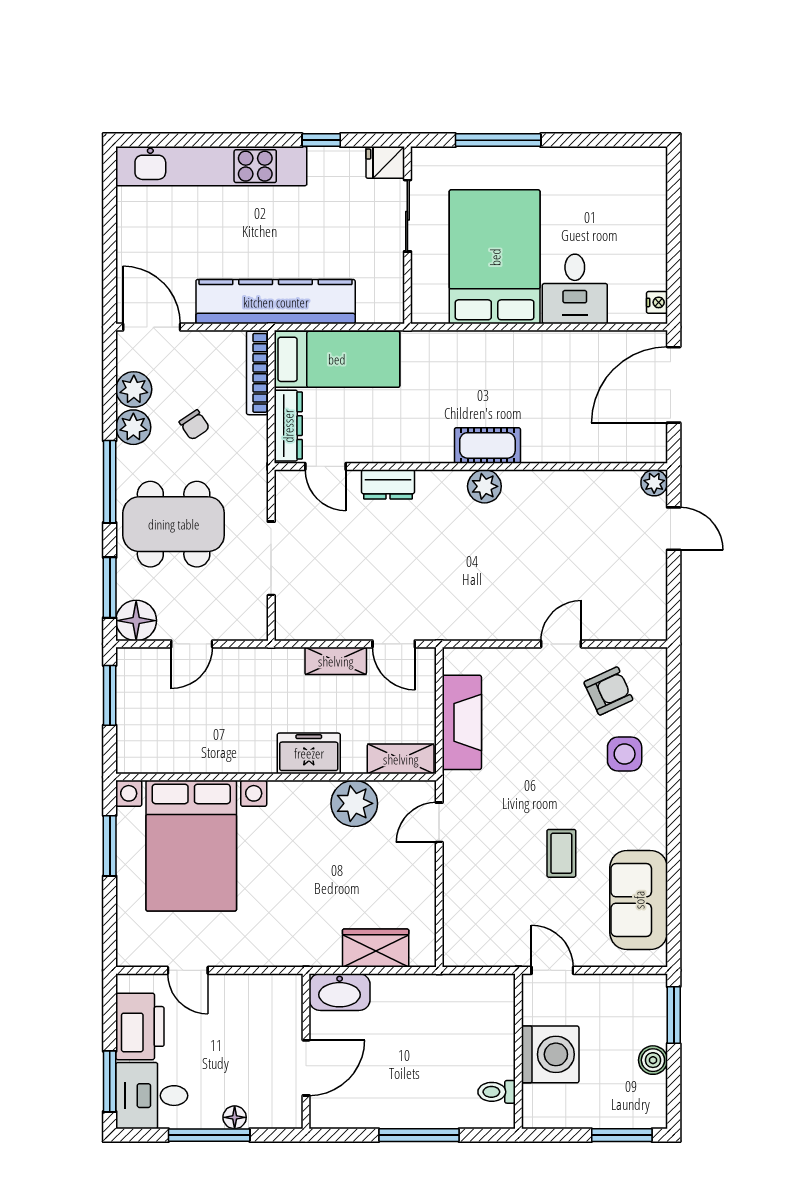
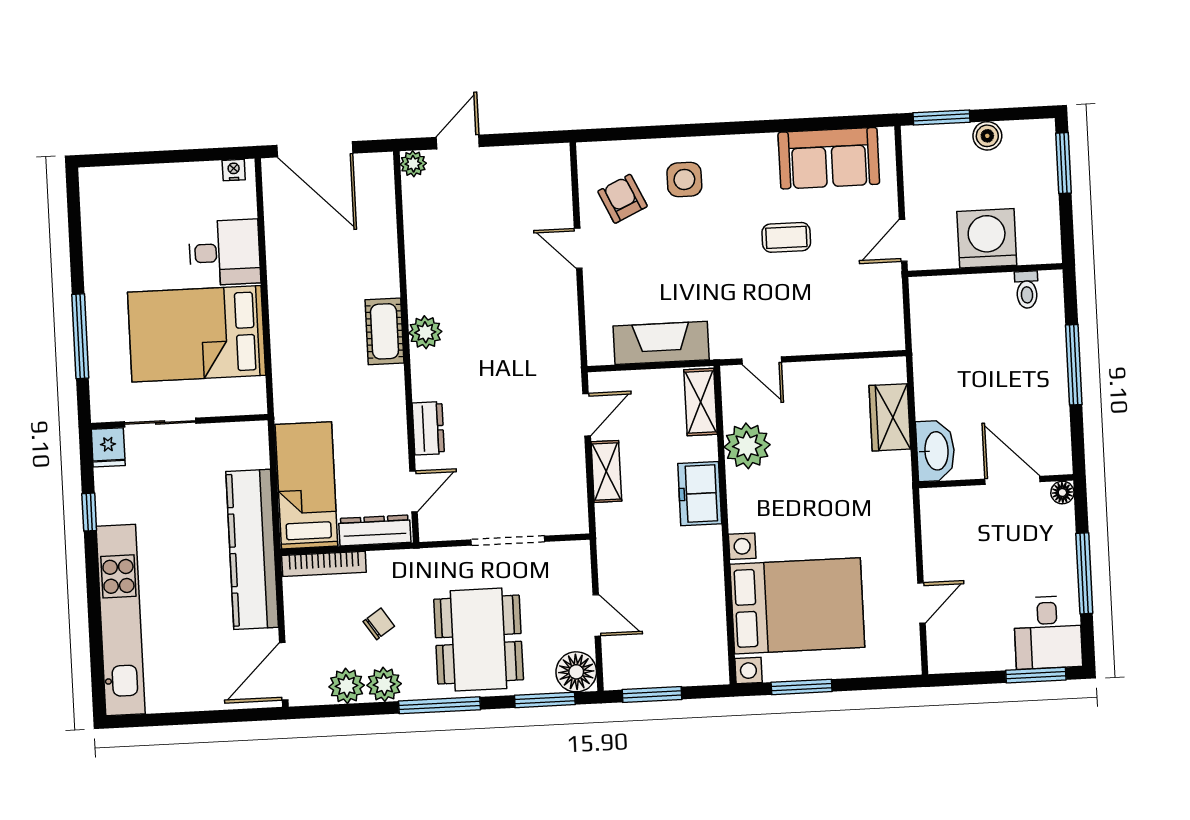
printer: (140, 1026) -> (980, 648), removed
floor lamp: (235, 1117) -> (1062, 492), moved

